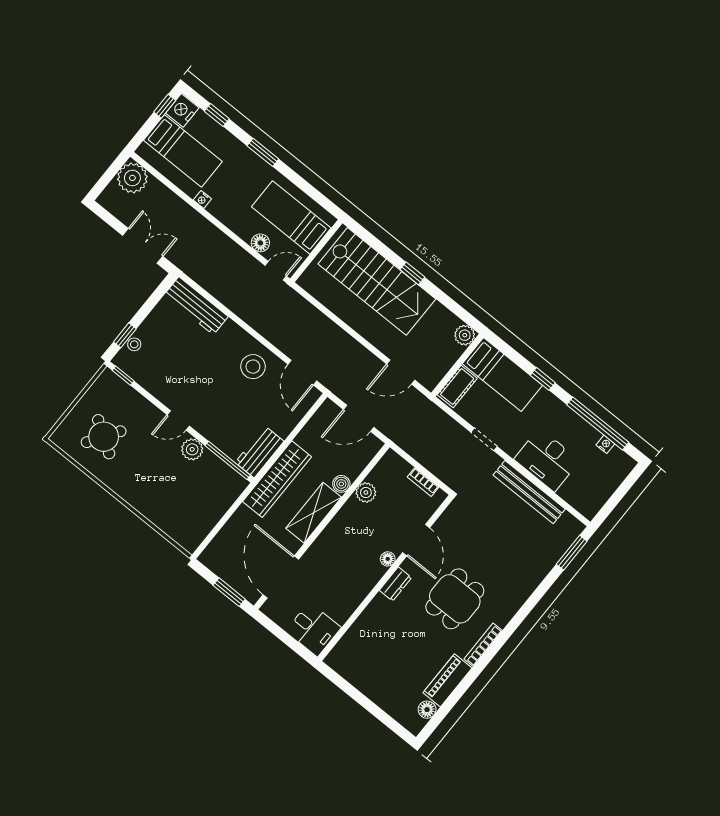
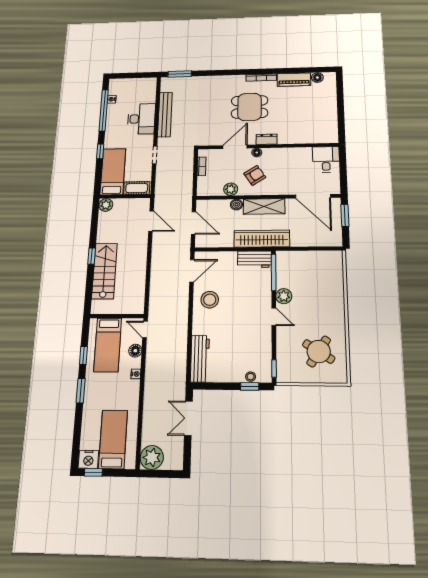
window: (217, 115) -> (83, 355), moved
nightstand: (202, 199) -> (136, 374), moved
stairs: (377, 281) -> (105, 271), width x0.73, depth x0.66
armchair: (360, 533) -> (255, 175), added
door: (281, 577) -> (313, 196), hinge flipped

